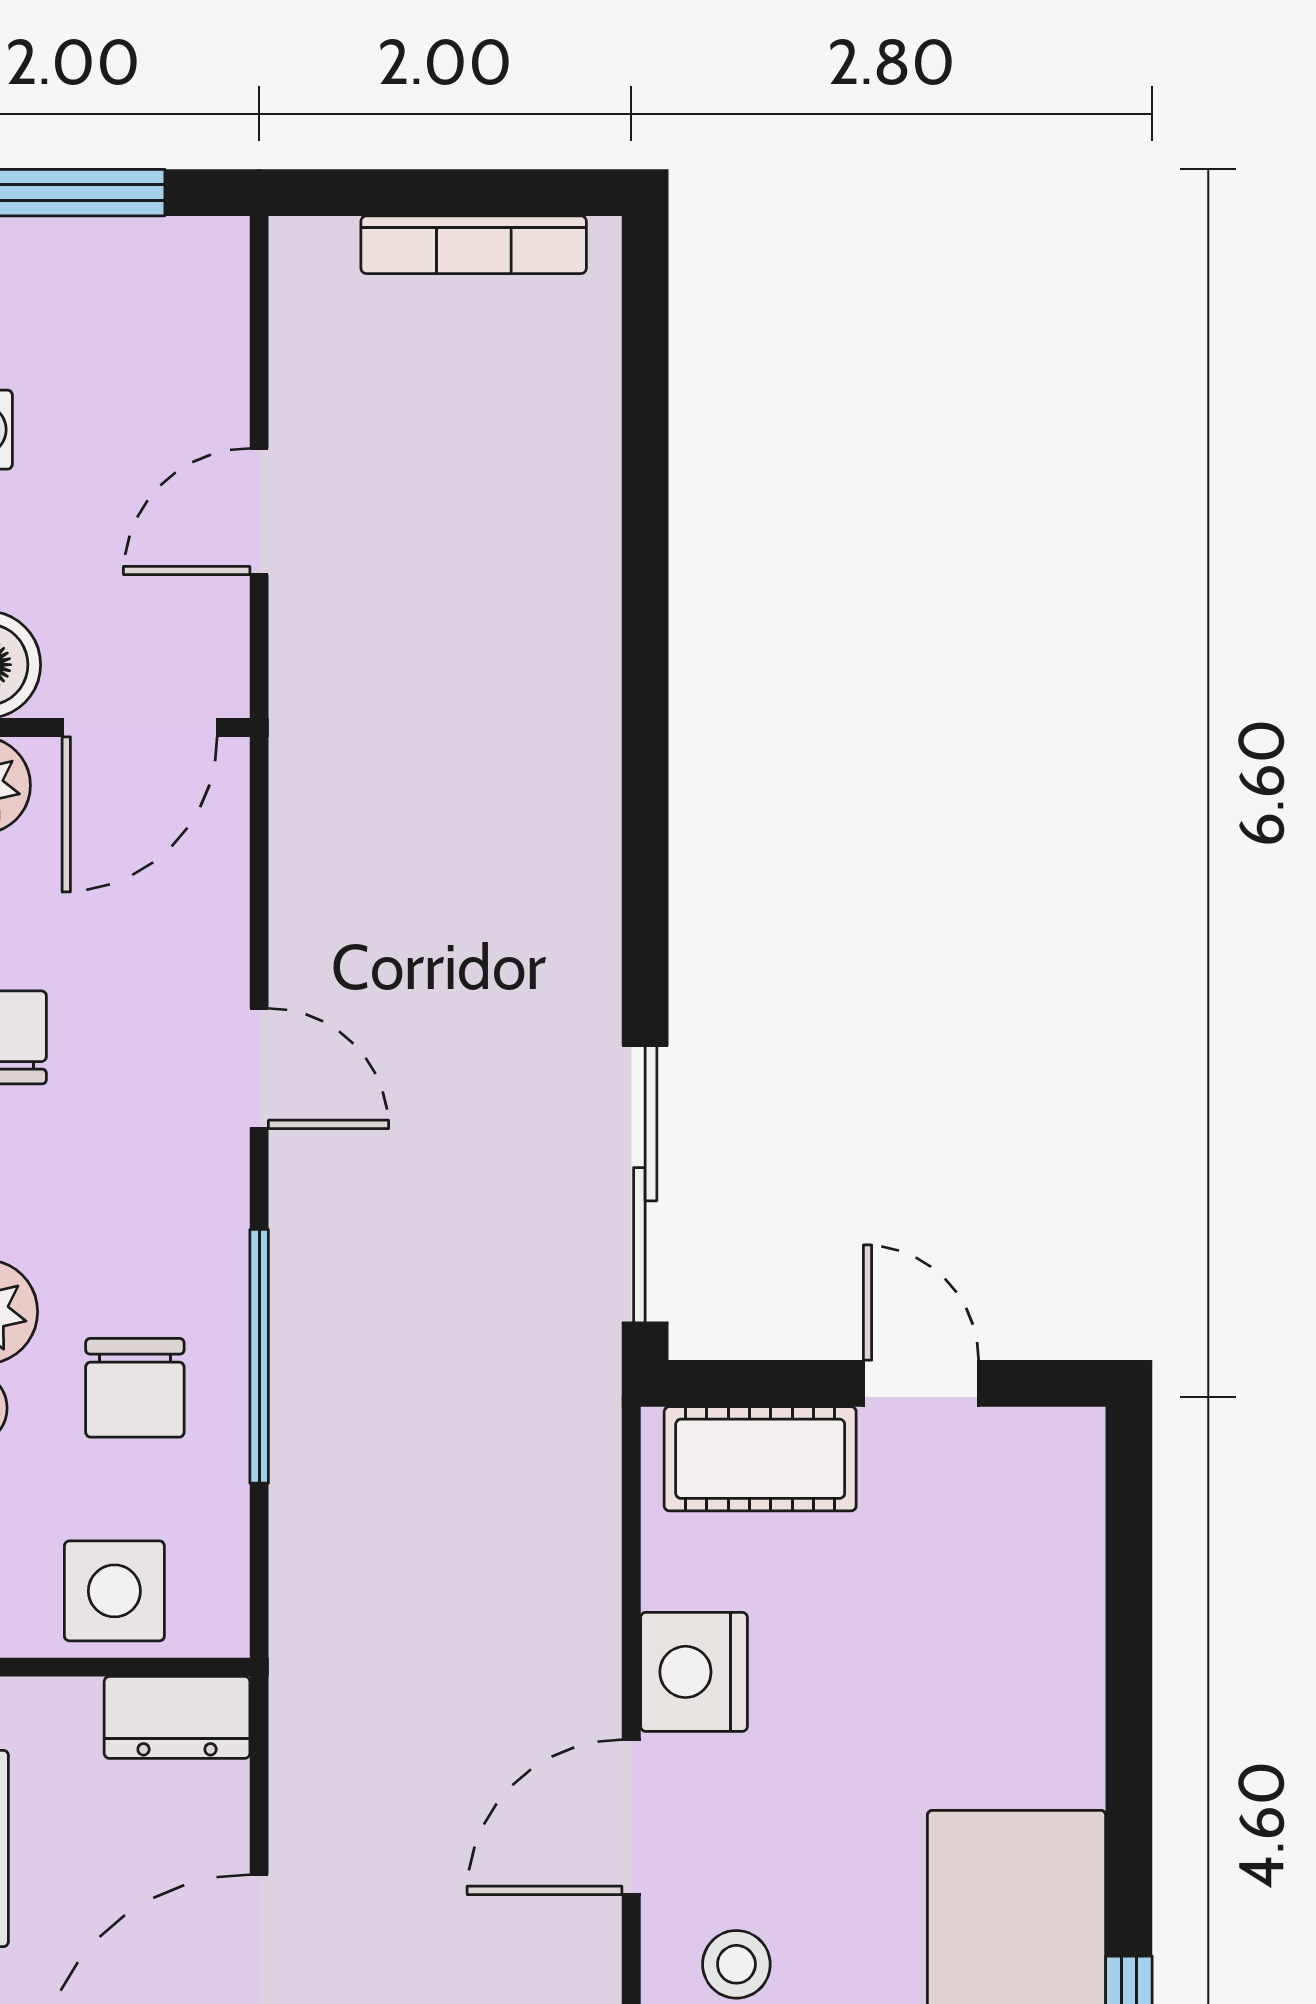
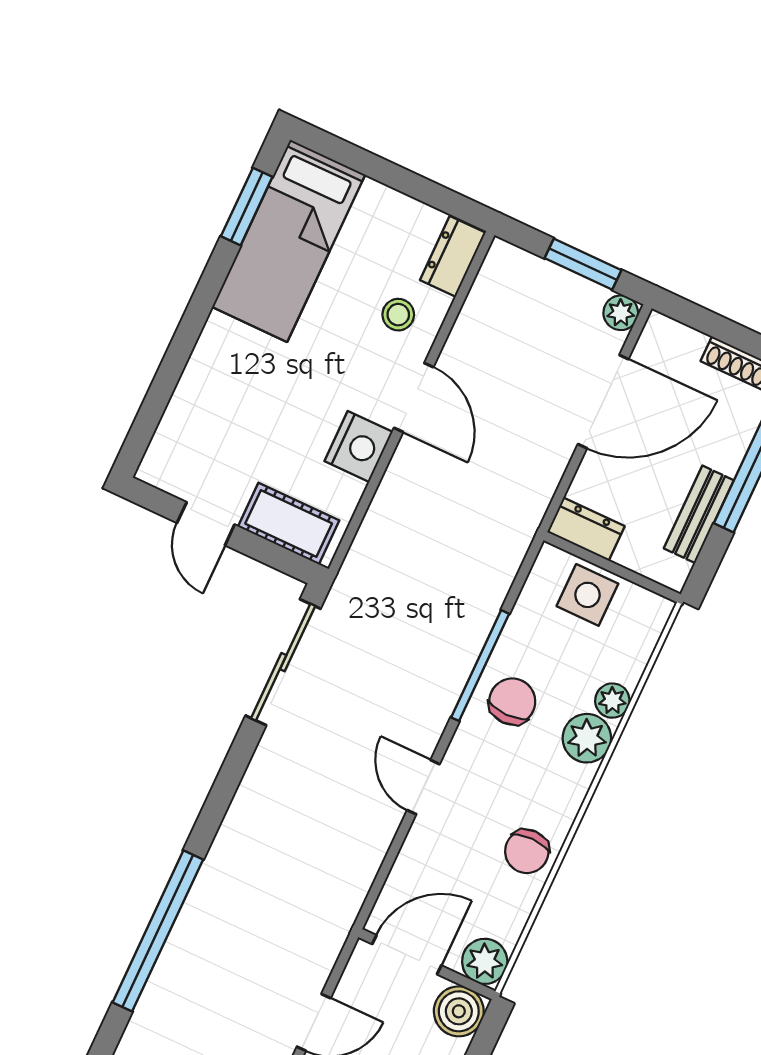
window: (645, 548) -> (158, 931), added
chair: (135, 1388) -> (512, 701), moved
door: (631, 1817) -> (414, 397), hinge flipped

